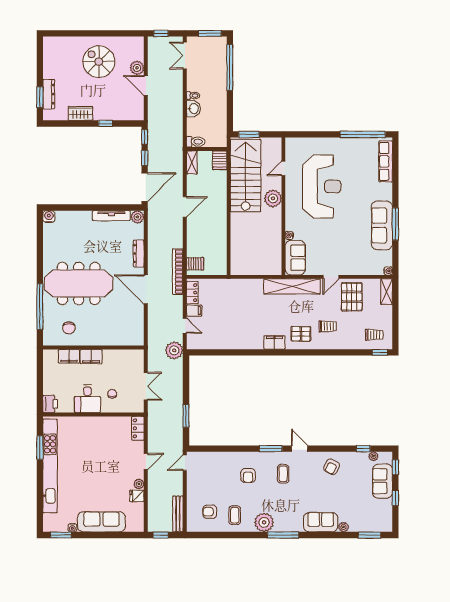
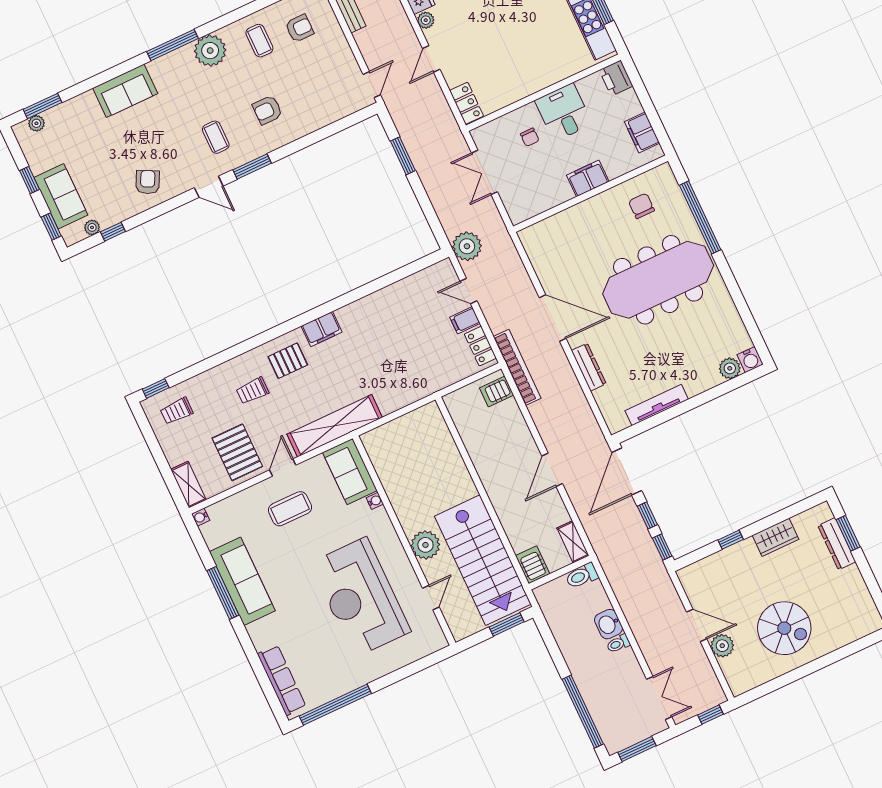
plant: (137, 217) -> (730, 368), moved
coffee table: (337, 253) -> (290, 509), added
filing cabinet: (69, 356) -> (642, 132), moved, turned -90
armchair: (248, 475) -> (267, 110), turned -90
plant: (343, 527) -> (36, 123), moved

